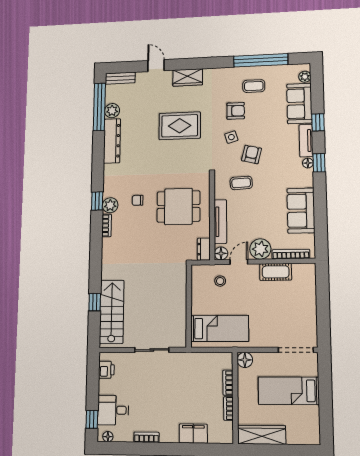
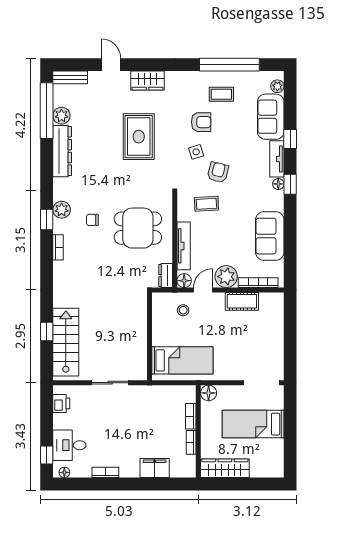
rug: (180, 126) -> (139, 137), turned 90
plant: (110, 205) -> (62, 210), moved

